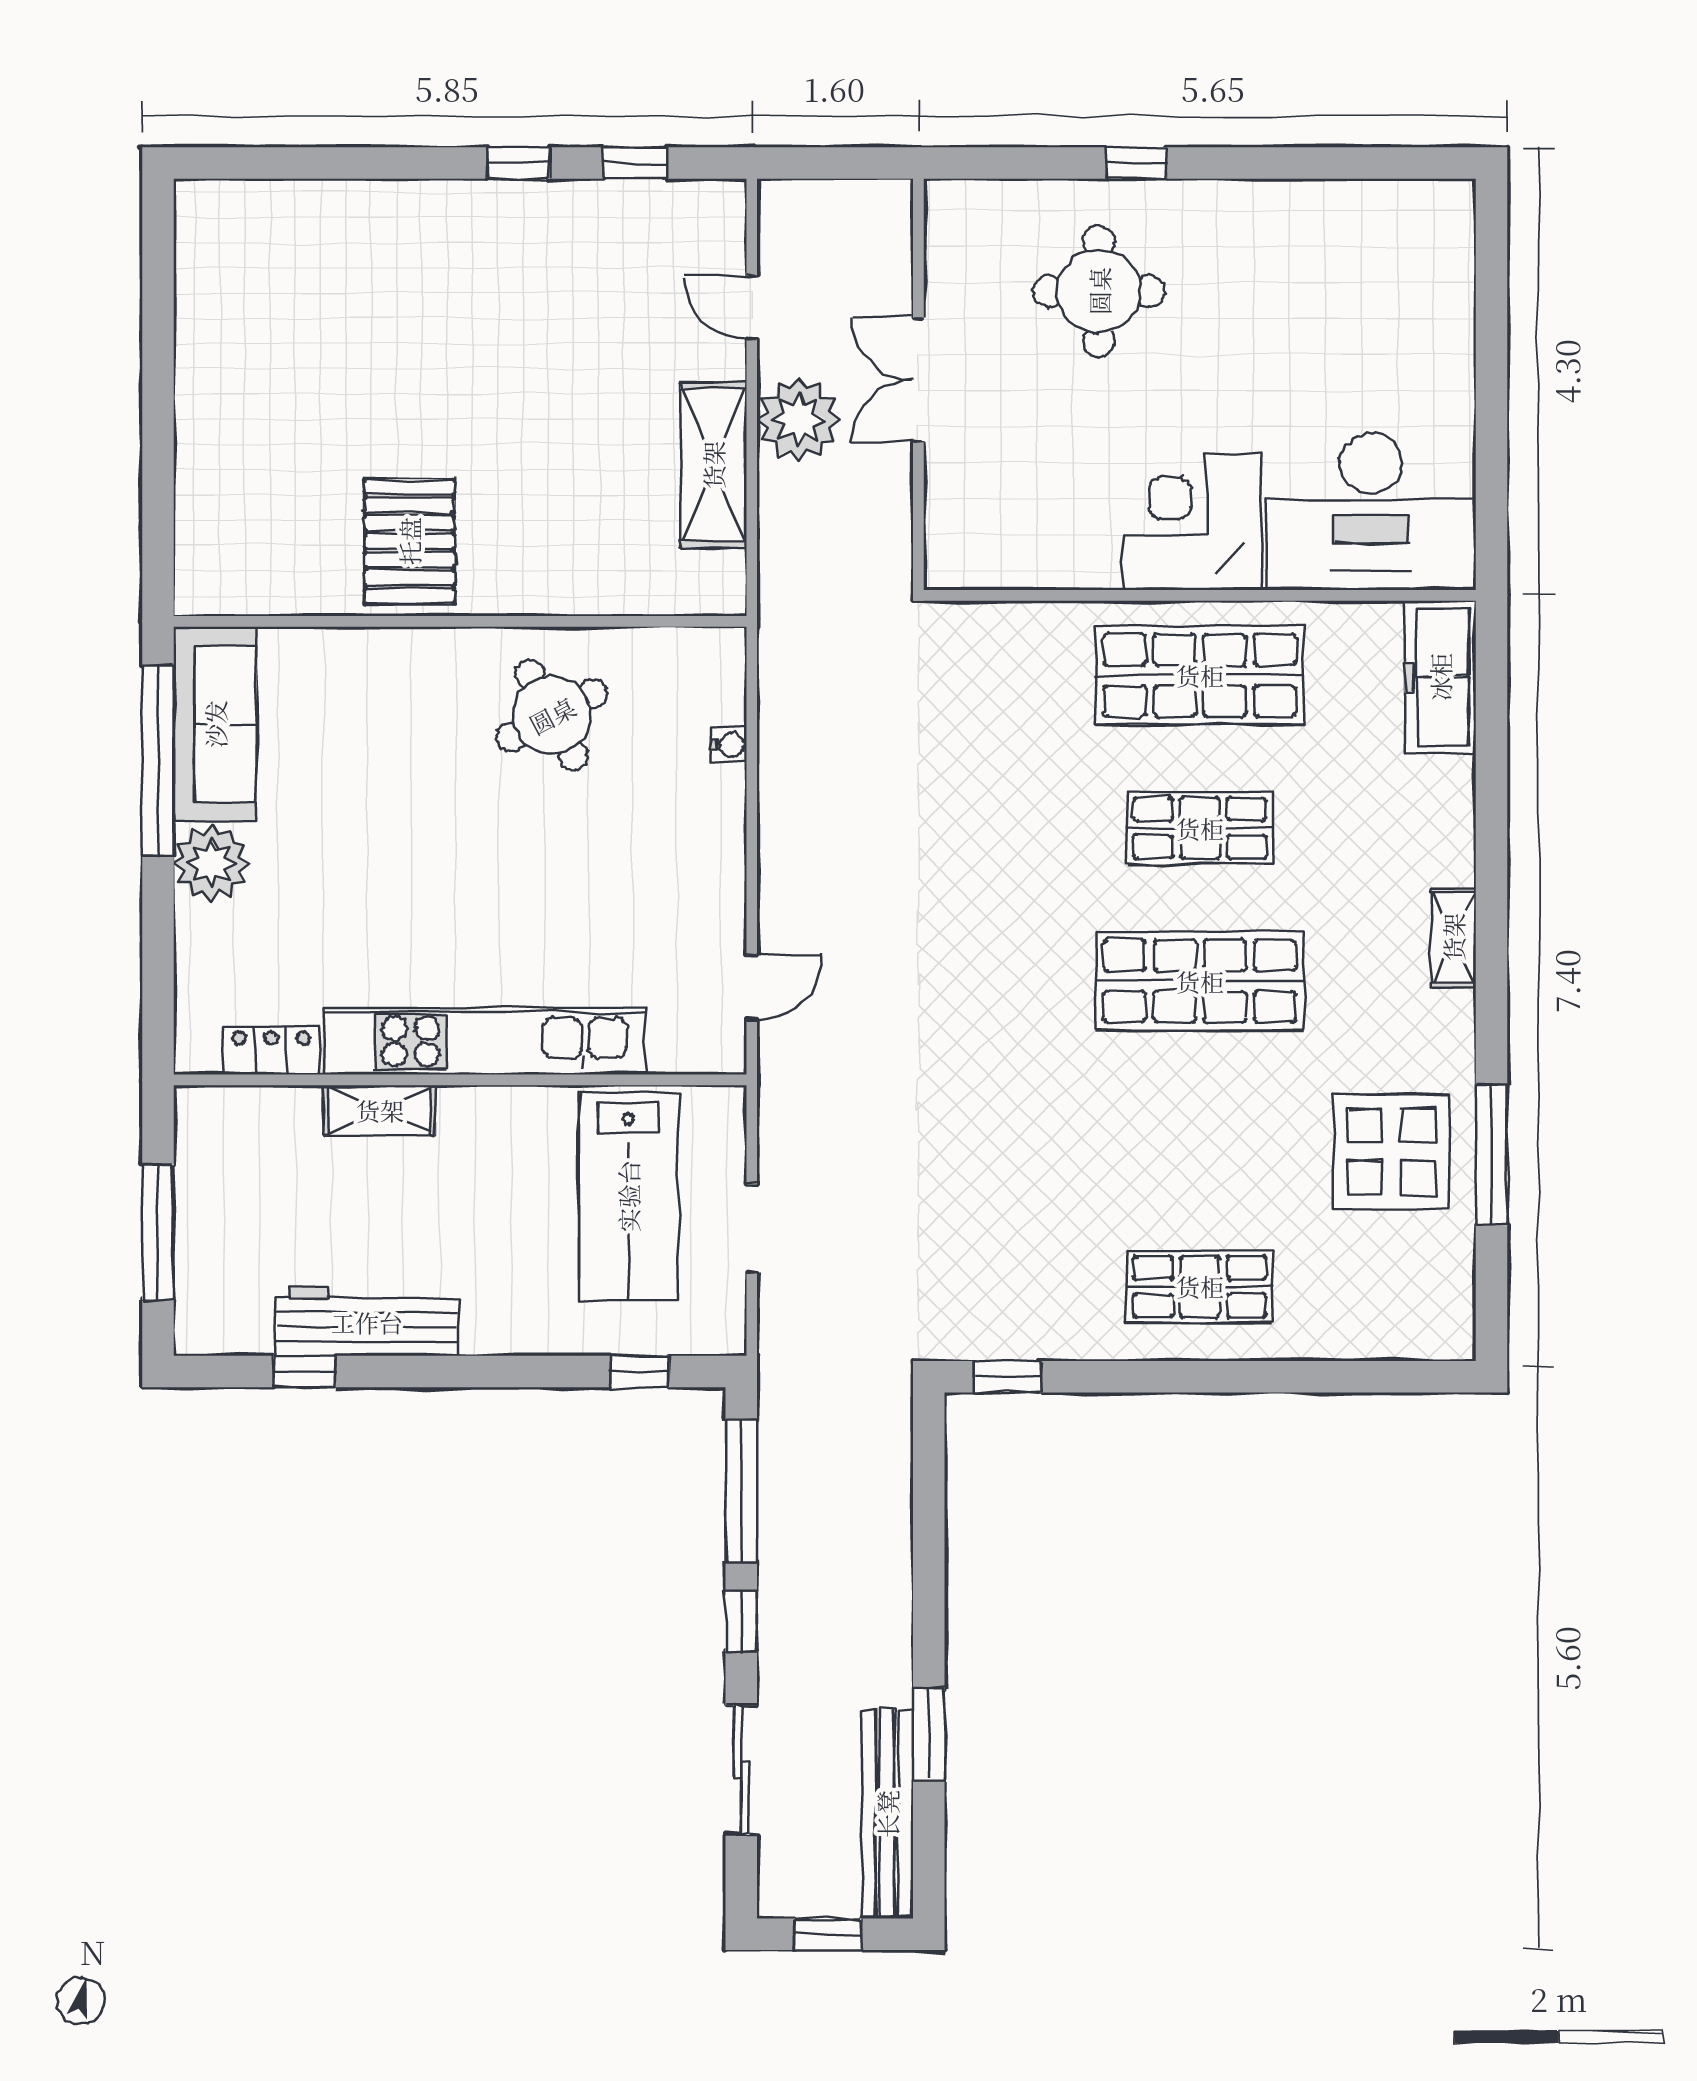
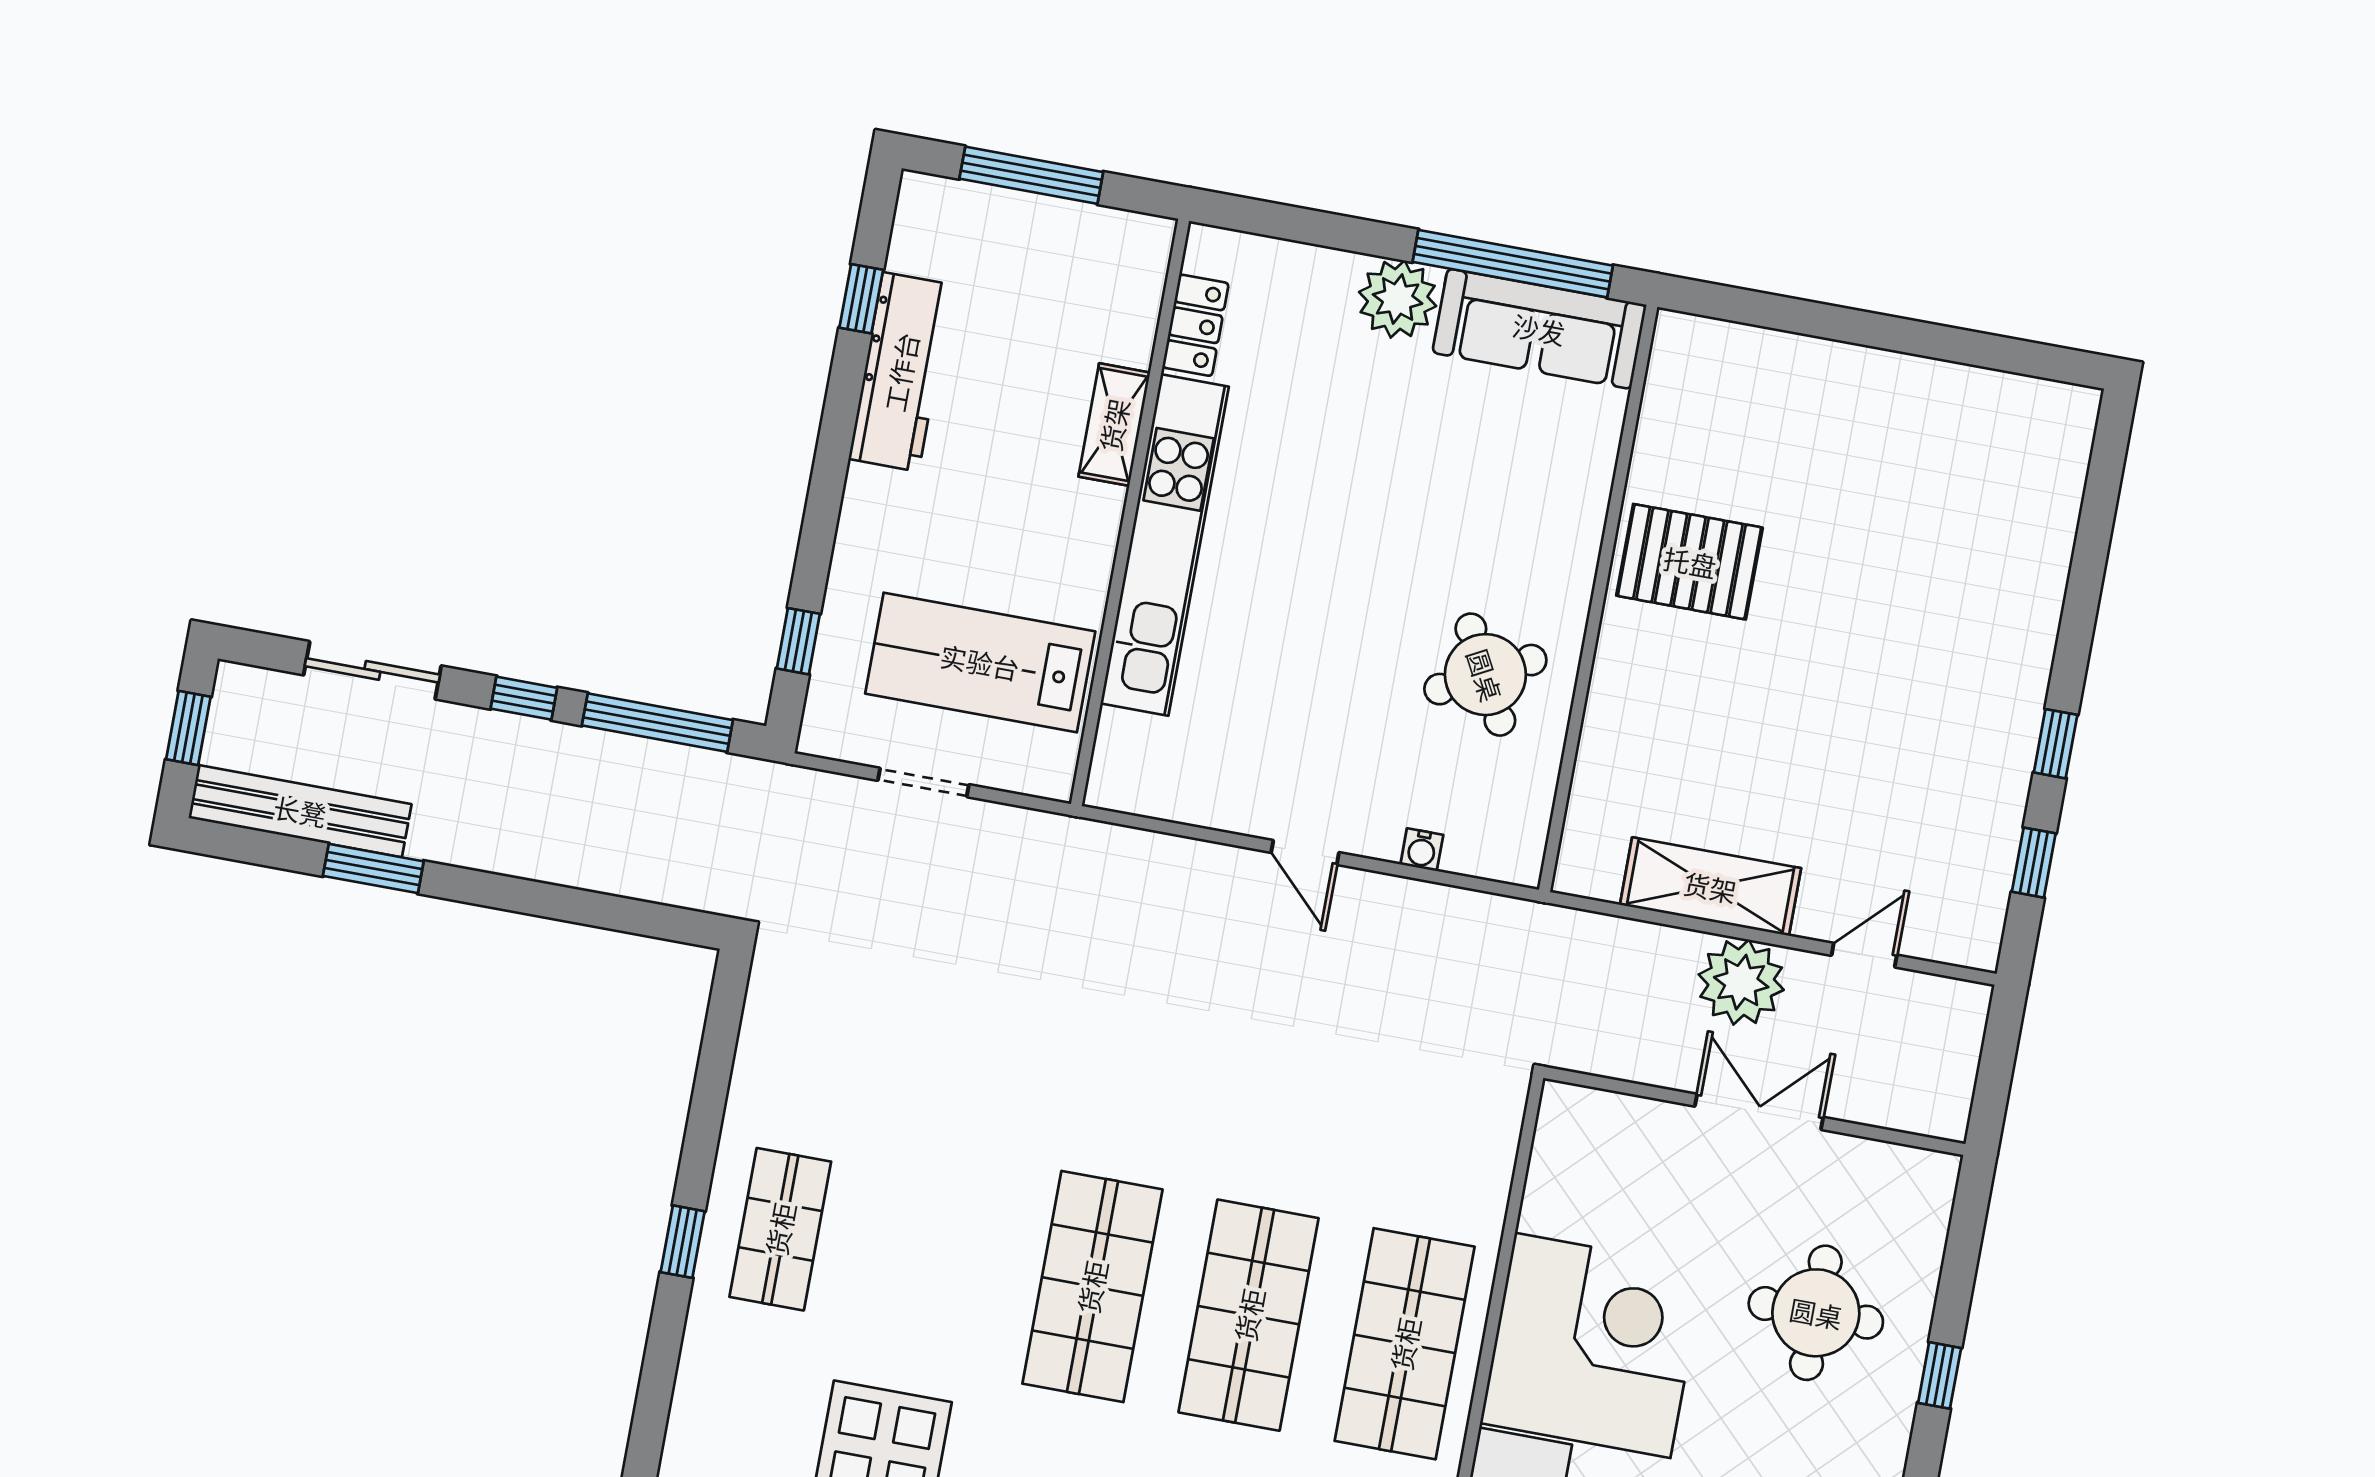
corner desk: (1193, 522) -> (1593, 1345), width x1.36, depth x1.36
shop shelf: (1200, 828) -> (1249, 1315), width x1.43, depth x1.36
door: (752, 988) -> (1305, 853), moved
window: (1008, 1377) -> (683, 1242), moved

